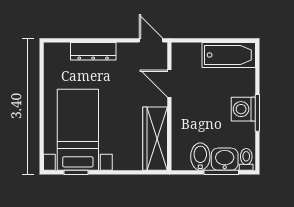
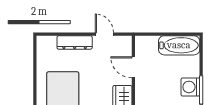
door: (151, 40) -> (104, 34), moved

